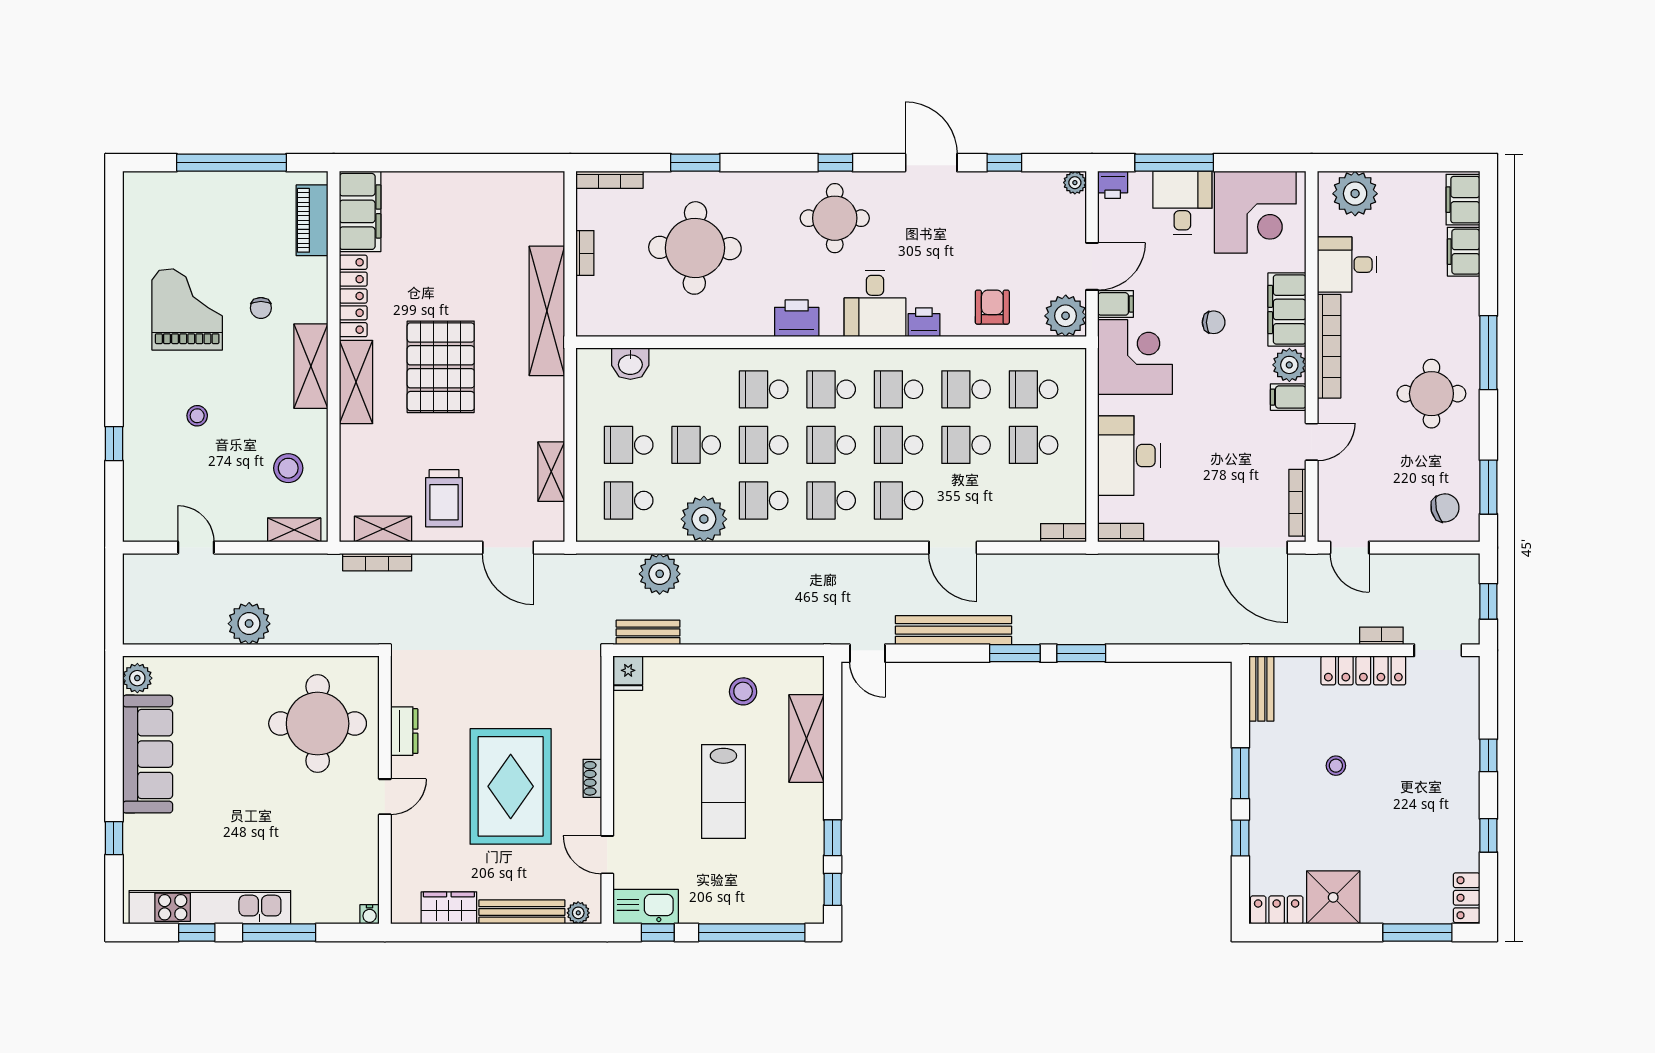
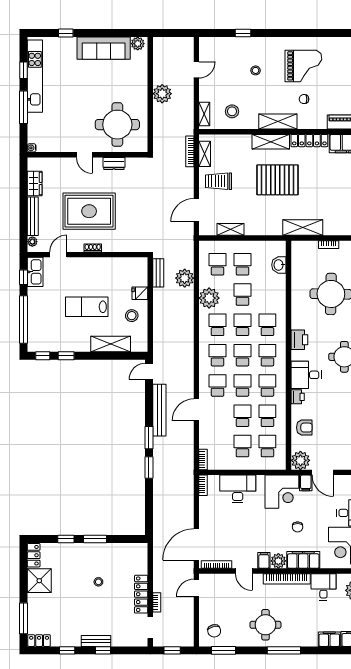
shelving: (547, 311) -> (303, 227), width x0.68
fridge: (628, 673) -> (140, 293), moved
bench: (1261, 689) -> (96, 641), moved

